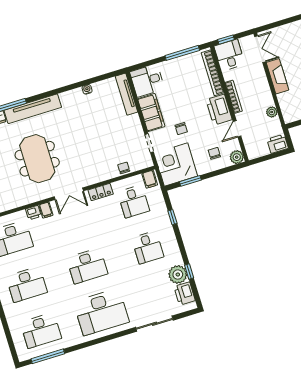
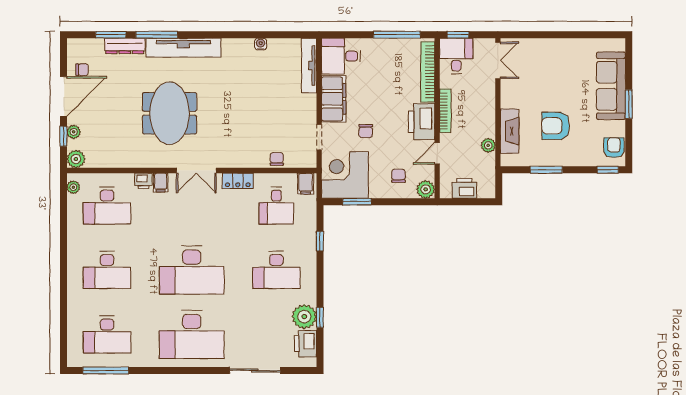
fireplace: (278, 76) -> (510, 131), moved
printer: (278, 144) -> (464, 188), moved
desk: (148, 247) -> (276, 270), width x1.37
desk: (87, 266) -> (192, 270), width x1.36, depth x1.30

